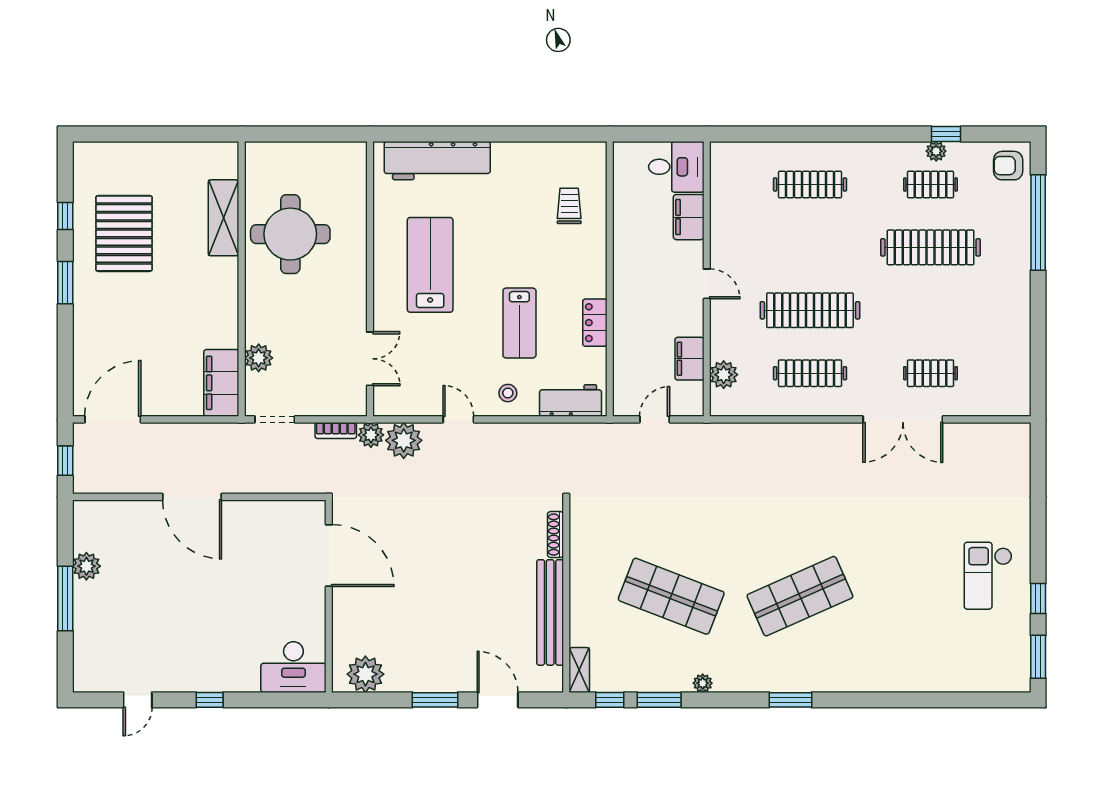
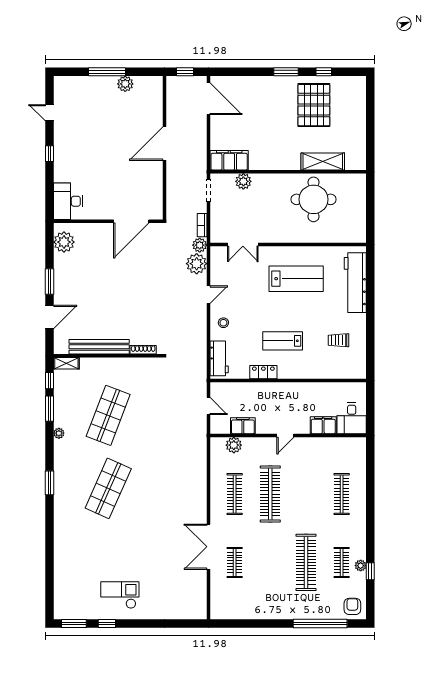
trolley: (569, 206) -> (338, 340), moved, turned 180
pallet: (124, 233) -> (314, 105), turned 90
lab bench: (519, 323) -> (283, 341), moved
shop shelf: (800, 596) -> (108, 488), turned 48

